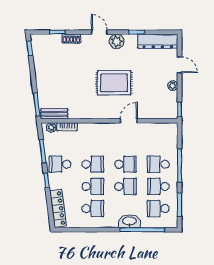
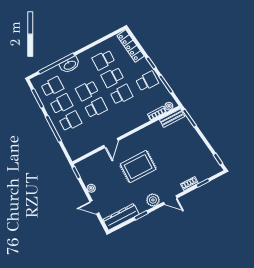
school desk: (93, 164) -> (122, 95), turned 180
school desk: (126, 164) -> (96, 108), turned 180

